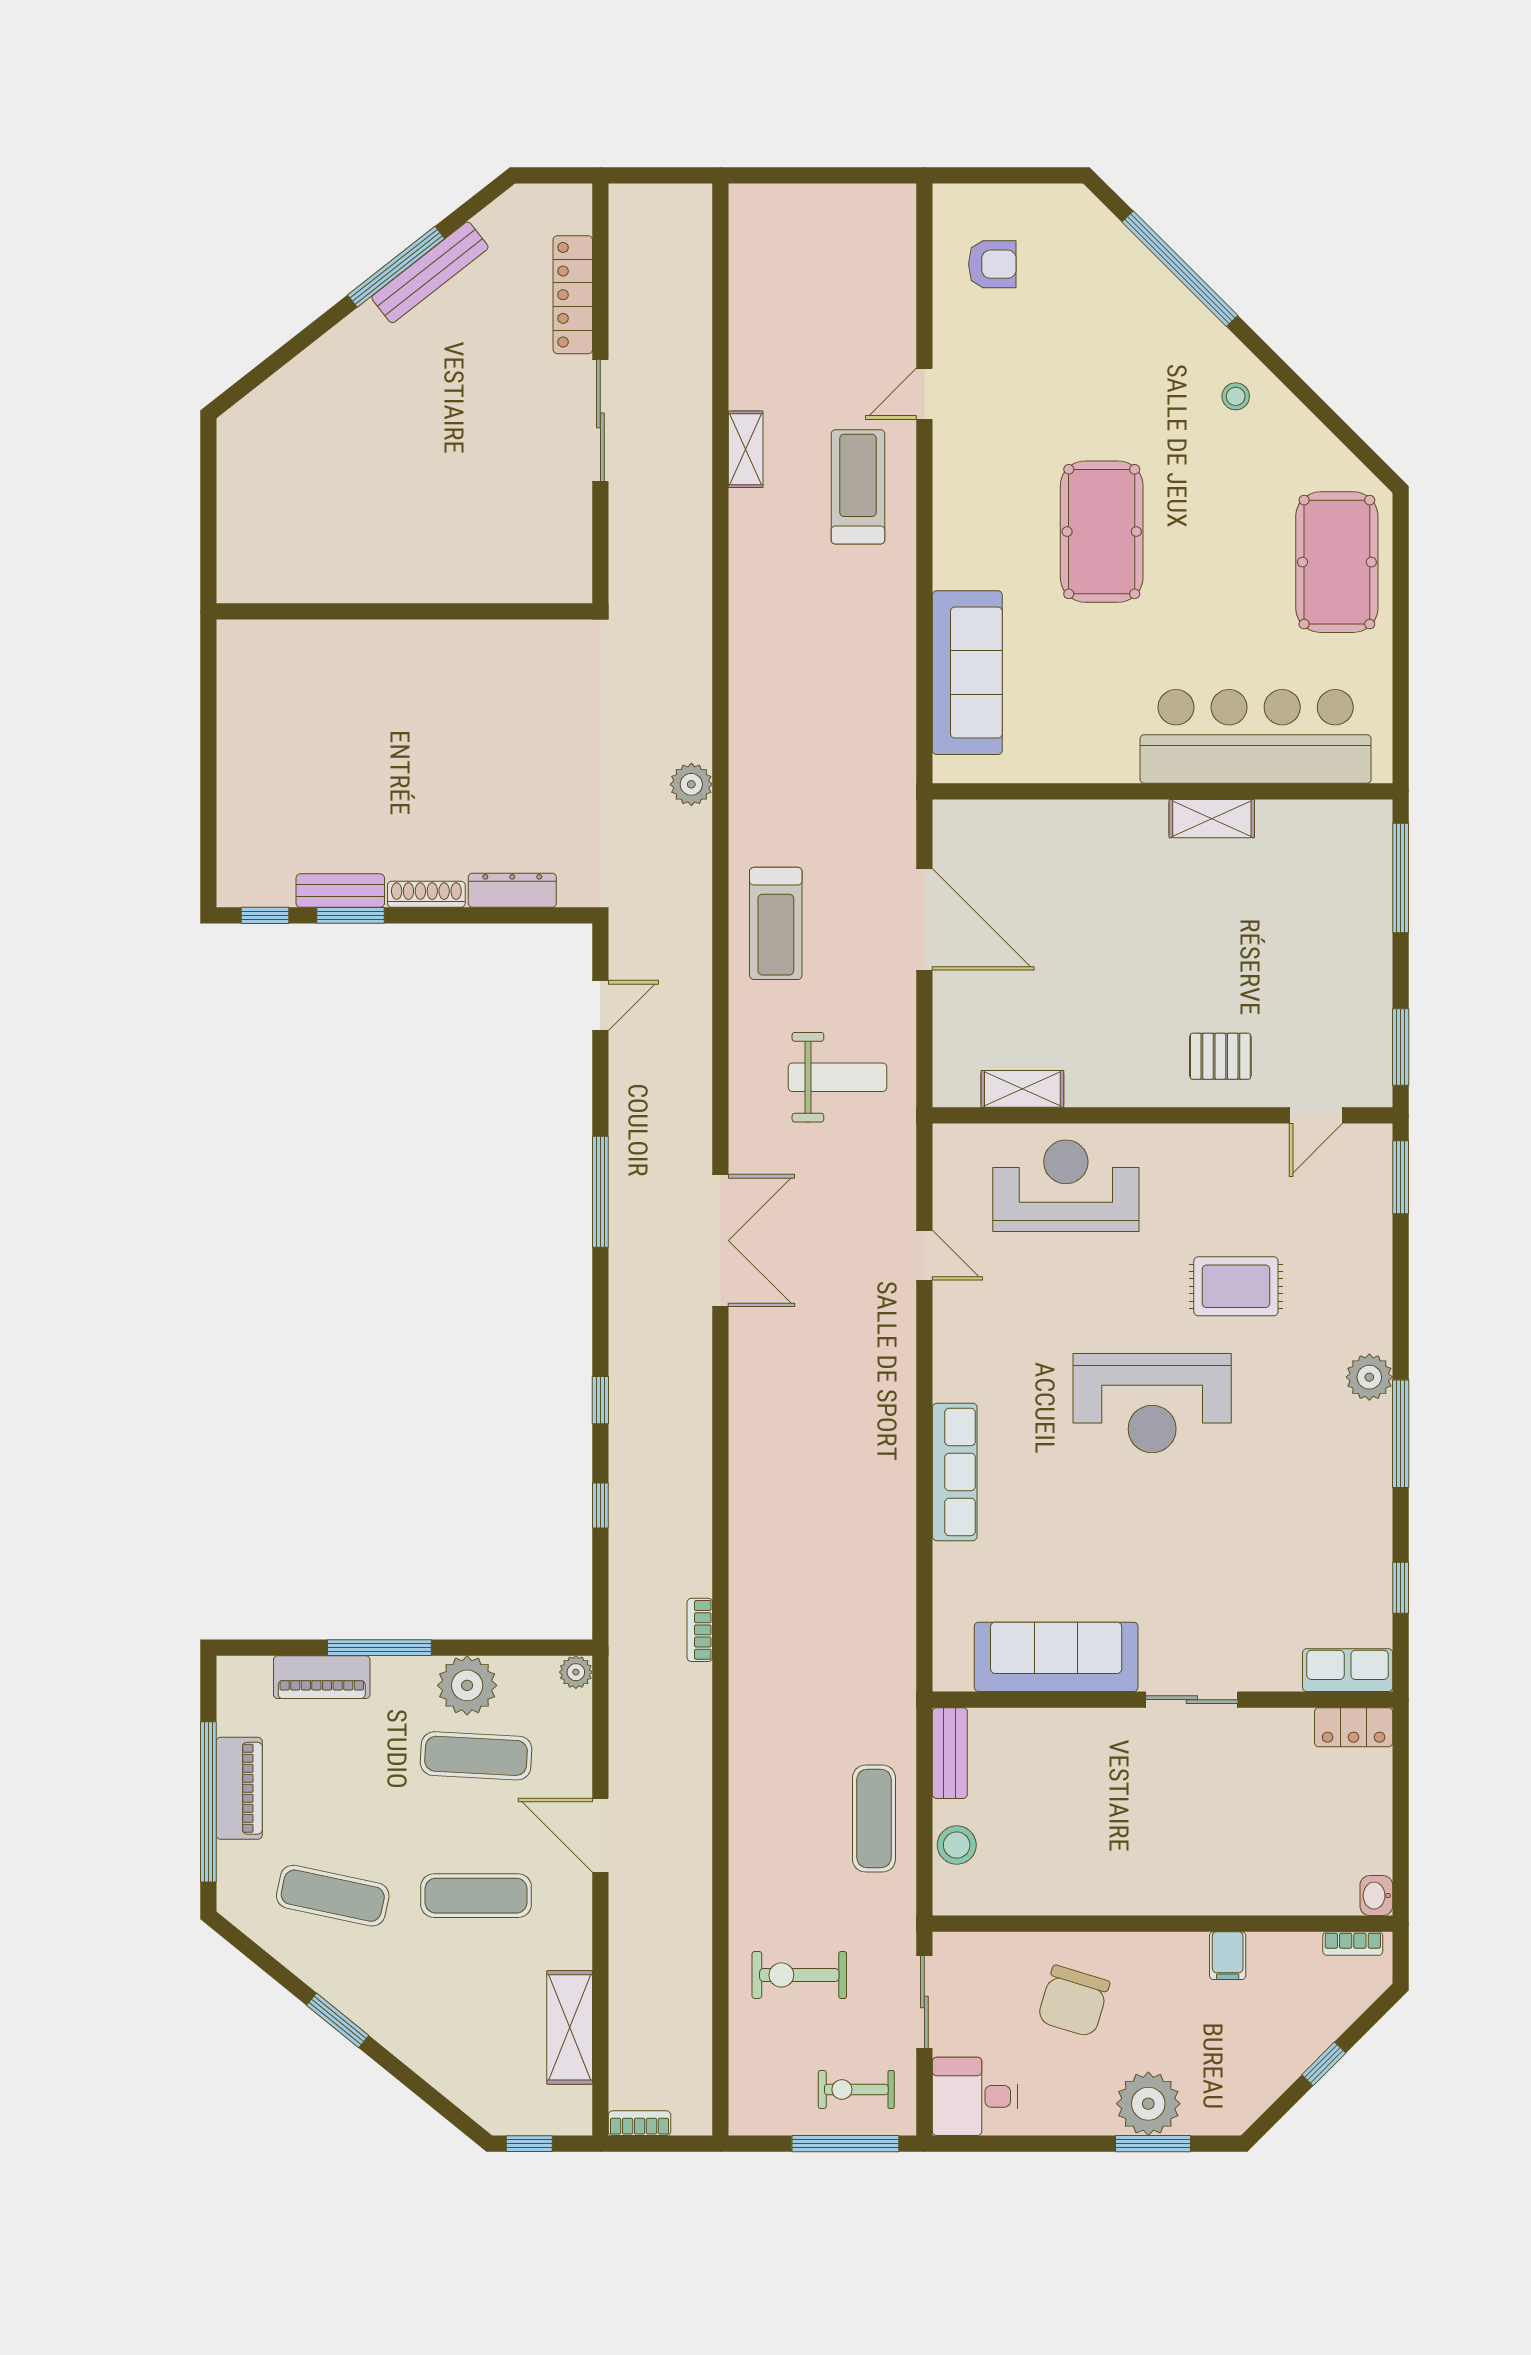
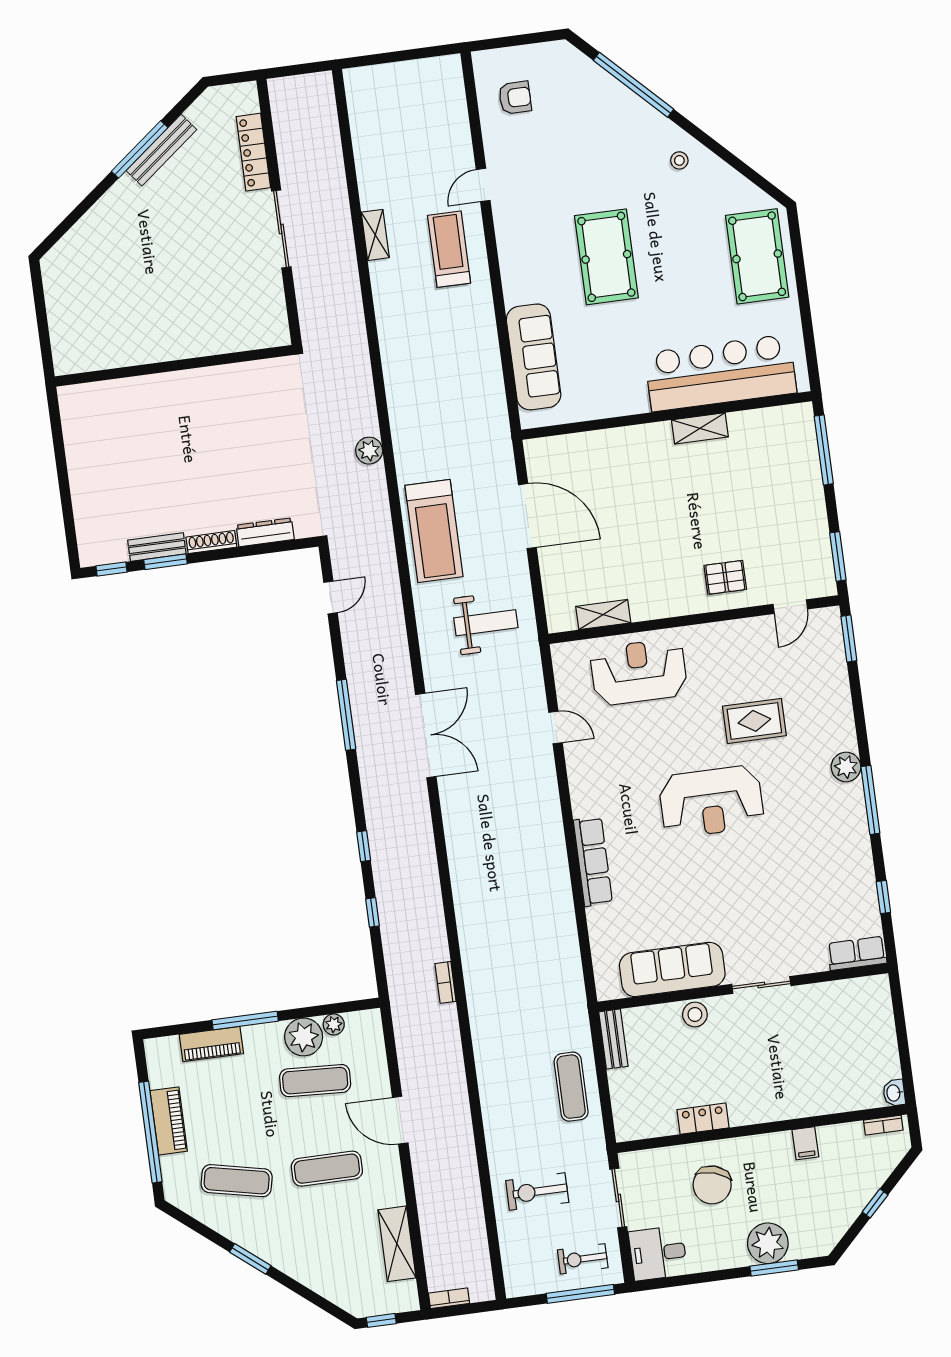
treadmill: (776, 923) -> (434, 531), width x1.37, depth x1.37
plant: (576, 1672) -> (334, 1024), moved
locker: (1354, 1727) -> (703, 1119), moved, turned 180
stool: (957, 1845) -> (695, 1014), moved

